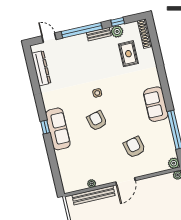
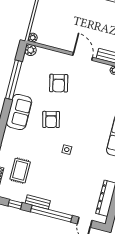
plant: (117, 31) -> (20, 196), removed
armchair: (97, 121) -> (51, 119), moved
door: (126, 181) -> (83, 56), hinge flipped

